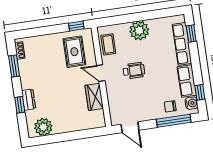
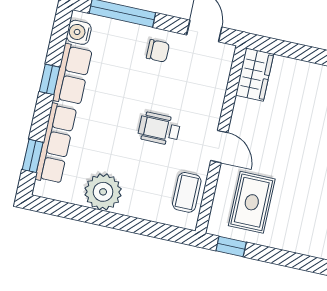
plant: (139, 31) -> (103, 192), moved
window: (200, 92) -> (49, 79), moved
wardrobe: (94, 97) -> (255, 75), moved
chair: (170, 106) -> (158, 51), moved

